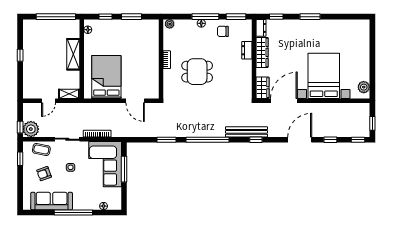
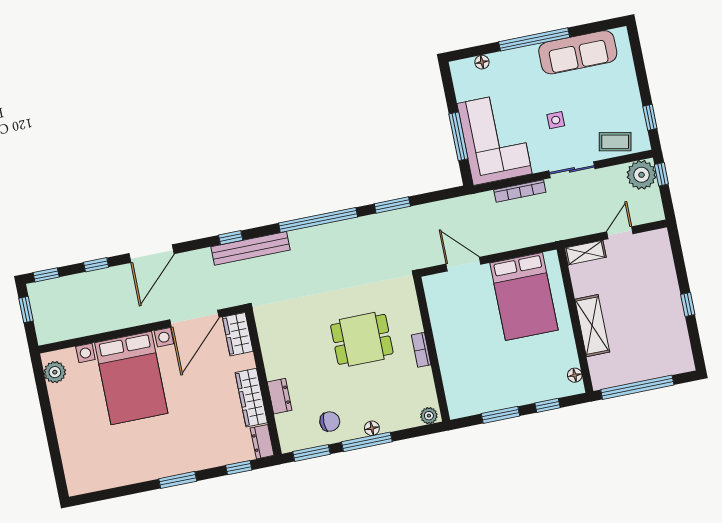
armchair: (44, 174) -> (601, 99), removed

